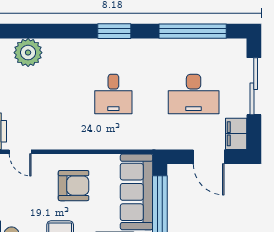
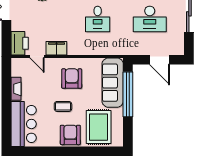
filing cabinet: (236, 134) -> (56, 48), moved, turned 90
armchair: (74, 186) -> (72, 79), turned -90

